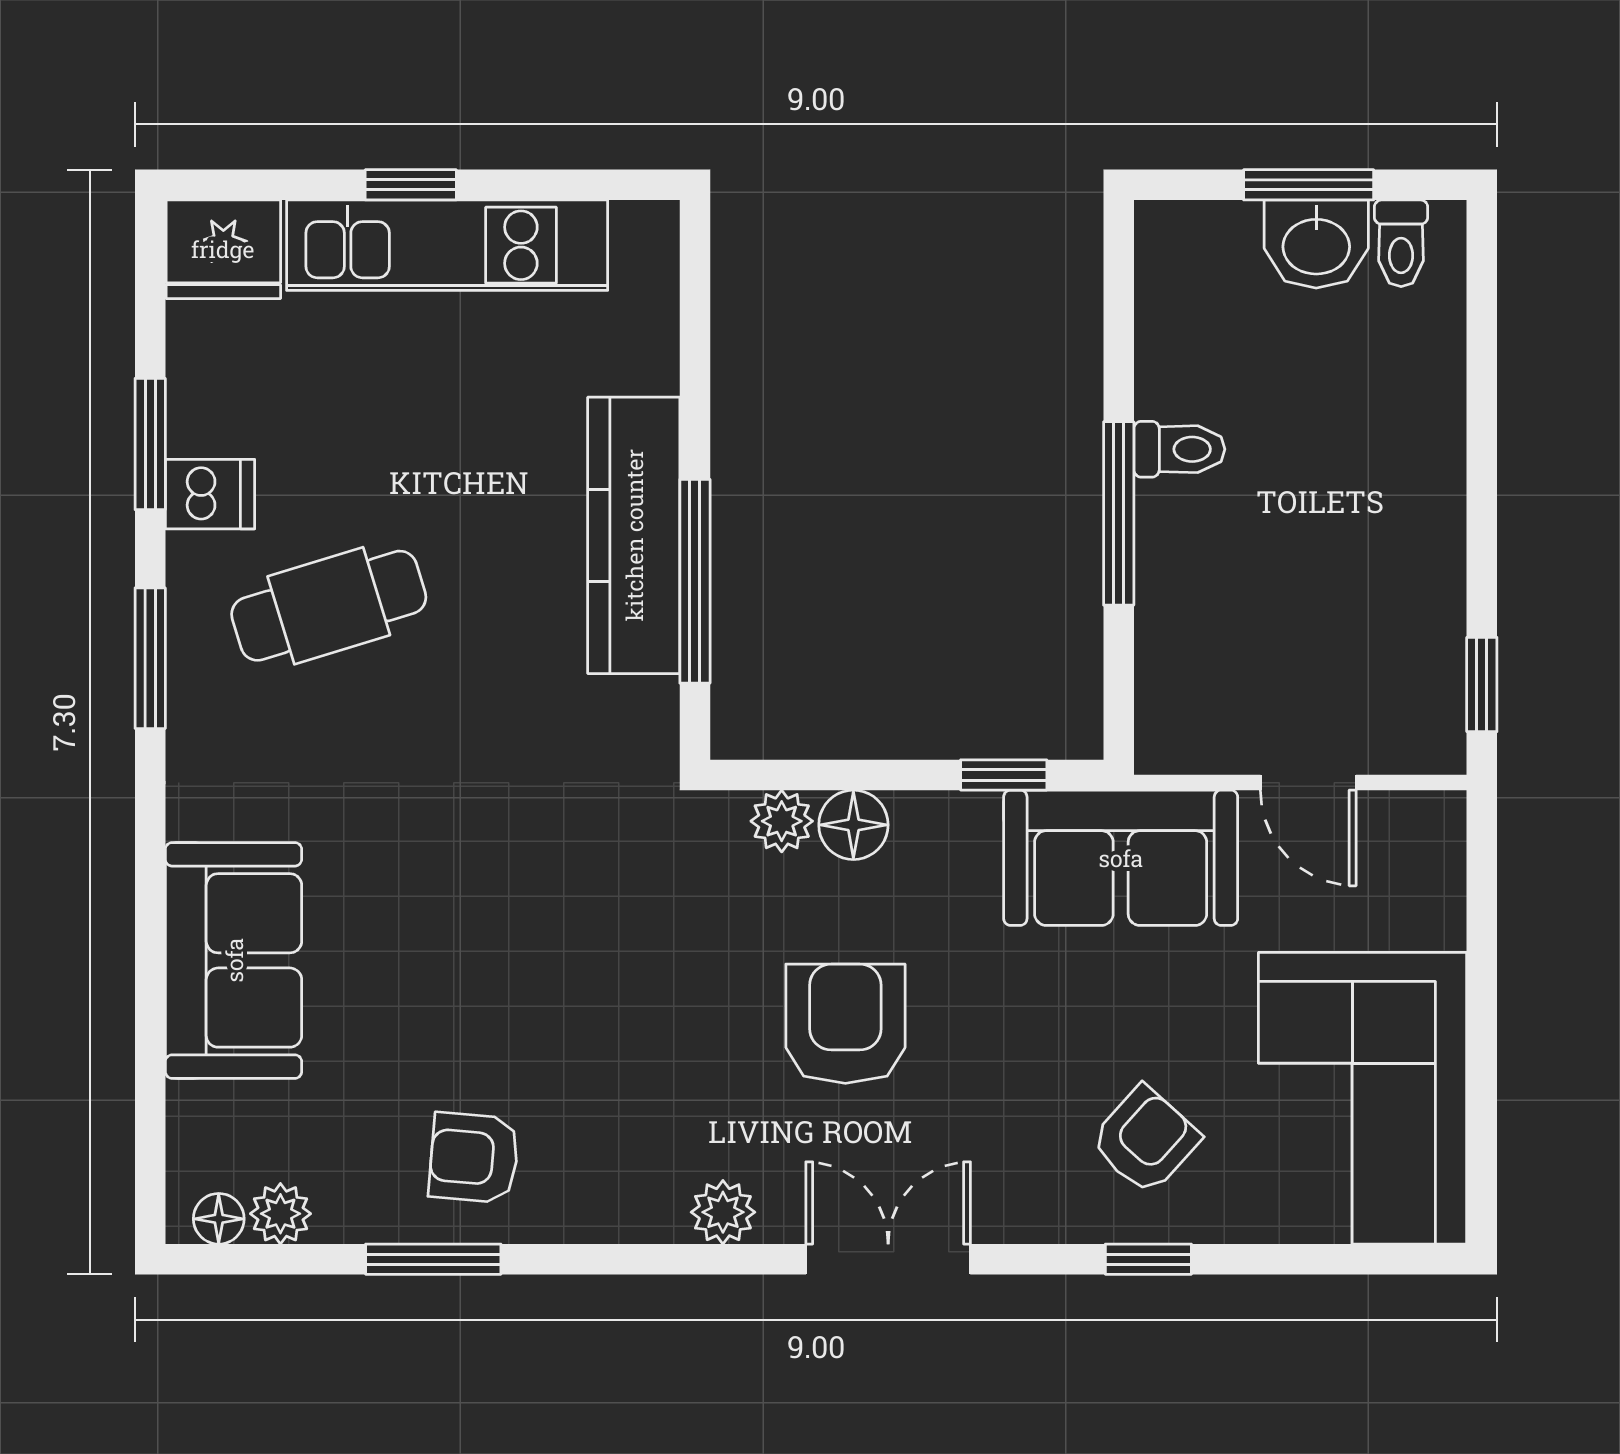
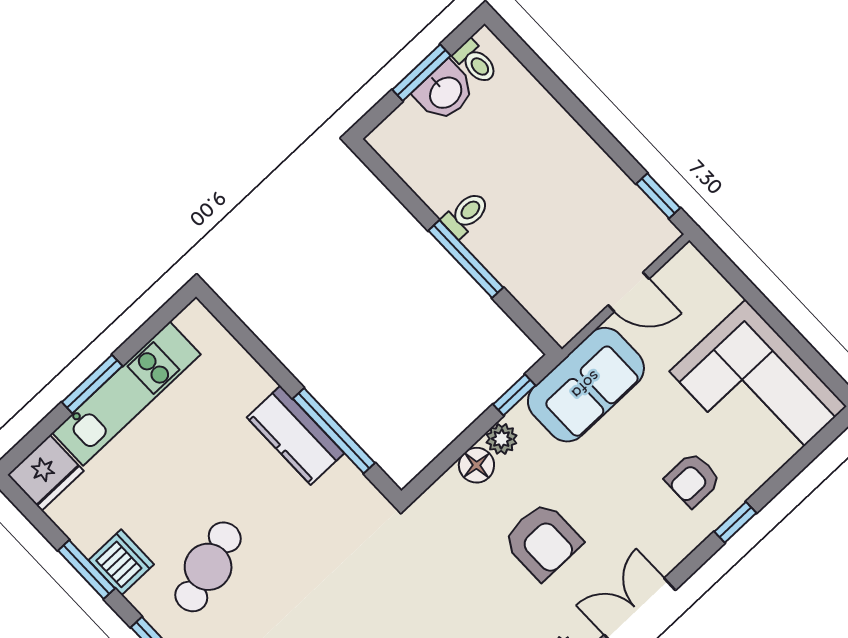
window: (411, 185) -> (92, 384), width x1.50
dishwasher: (210, 494) -> (121, 562), width x1.38
kitchen counter: (634, 535) -> (296, 435), width x0.67
plant: (782, 821) -> (501, 439), moved
armchair: (845, 1024) -> (543, 541), turned 180
armchair: (1145, 1140) -> (693, 480), turned -132

